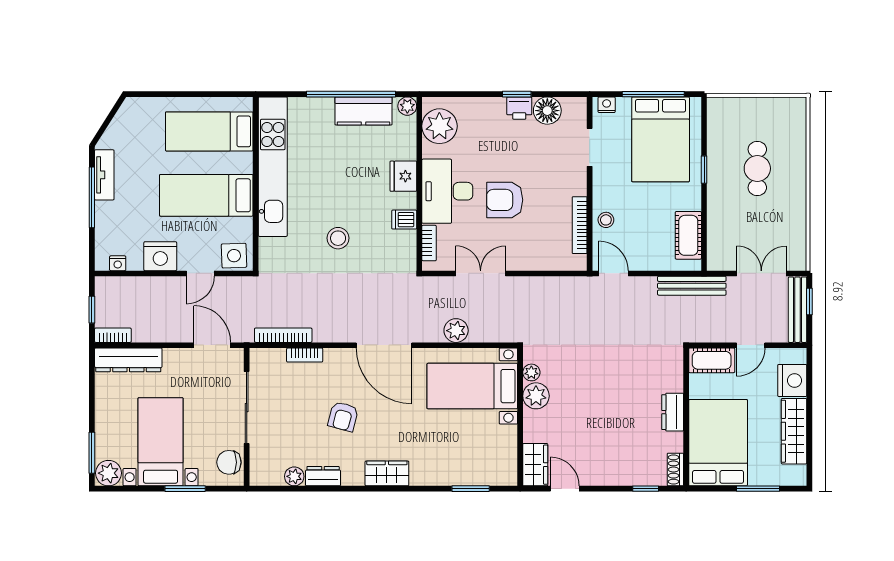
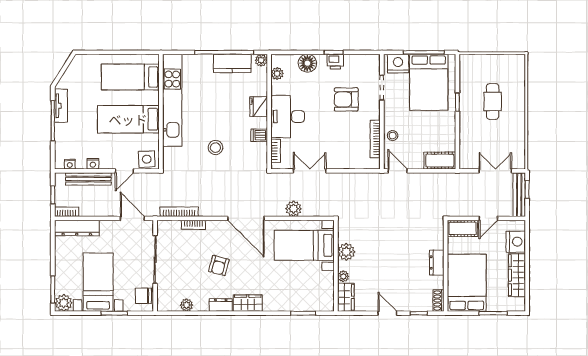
nightstand: (607, 105) -> (398, 64), width x1.89, depth x1.79
floor lamp: (547, 111) -> (307, 63), moved
plant: (439, 126) -> (277, 74), width x0.53, depth x0.53
armchair: (505, 200) -> (346, 99), moved
cot: (688, 235) -> (440, 161), moved, turned 90
nightstand: (160, 256) -> (93, 164), width x0.53, depth x0.56
bench: (692, 286) -> (88, 179), moved
plant: (531, 372) -> (343, 276), moved
dresser: (323, 476) -> (221, 305), moved
door: (565, 489) -> (387, 313), moved

